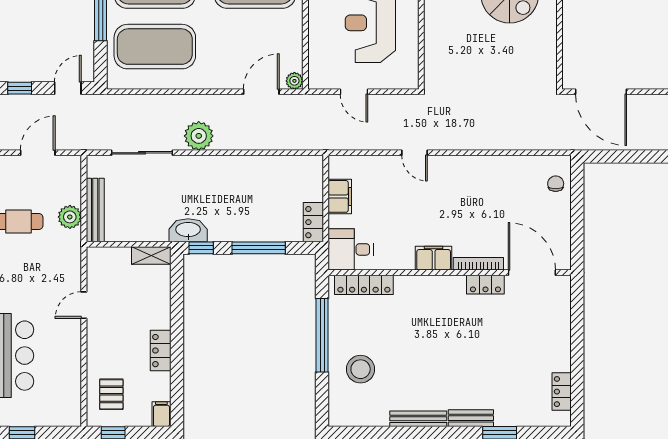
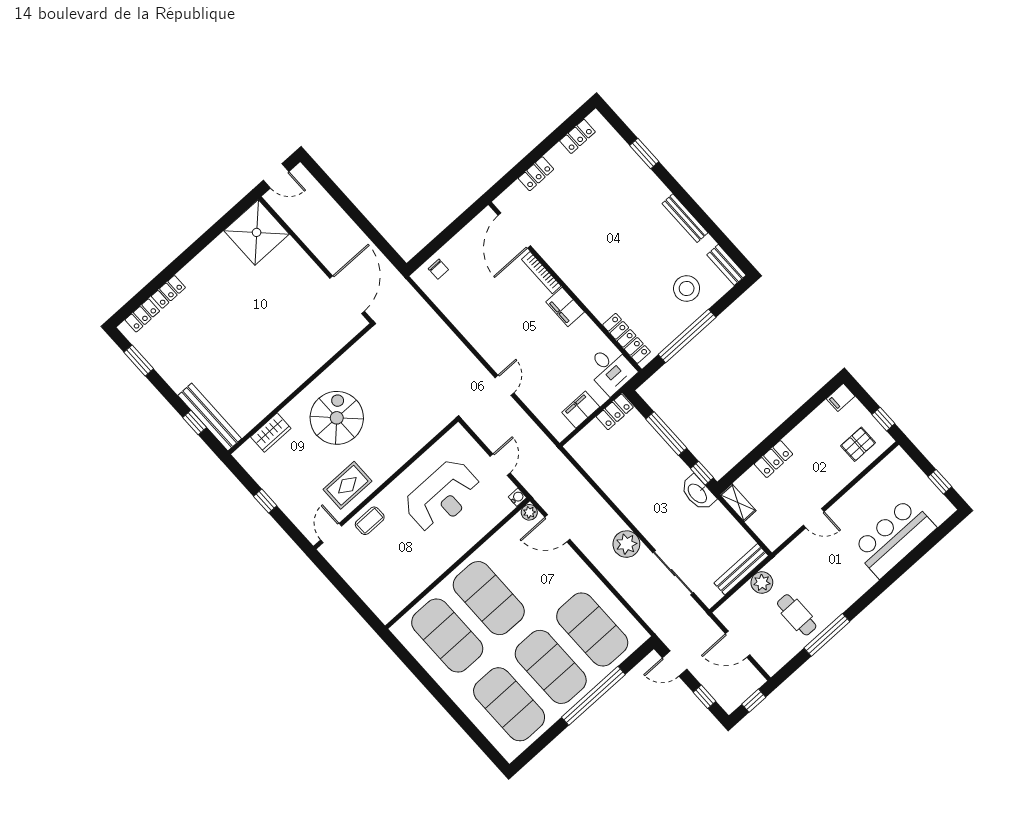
water cooler: (315, 82) -> (517, 497), added
chair: (556, 184) -> (438, 269), turned -90
locker: (485, 285) -> (536, 174), moved, turned 90
locker: (161, 351) -> (773, 459), moved
bench: (471, 418) -> (726, 265), moved

